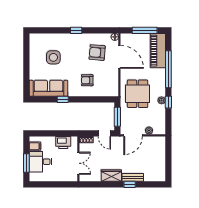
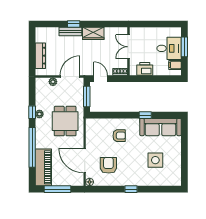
armchair: (97, 53) -> (108, 165), turned -95
dresser: (161, 155) -> (40, 56), added

